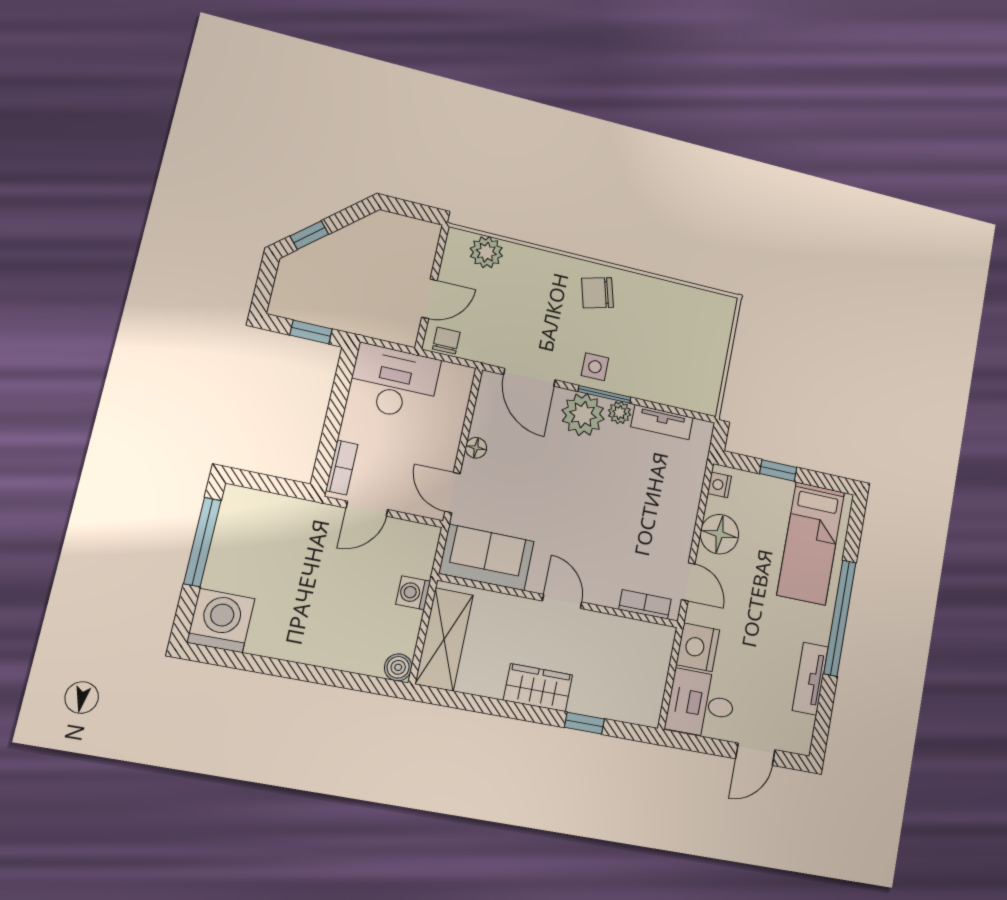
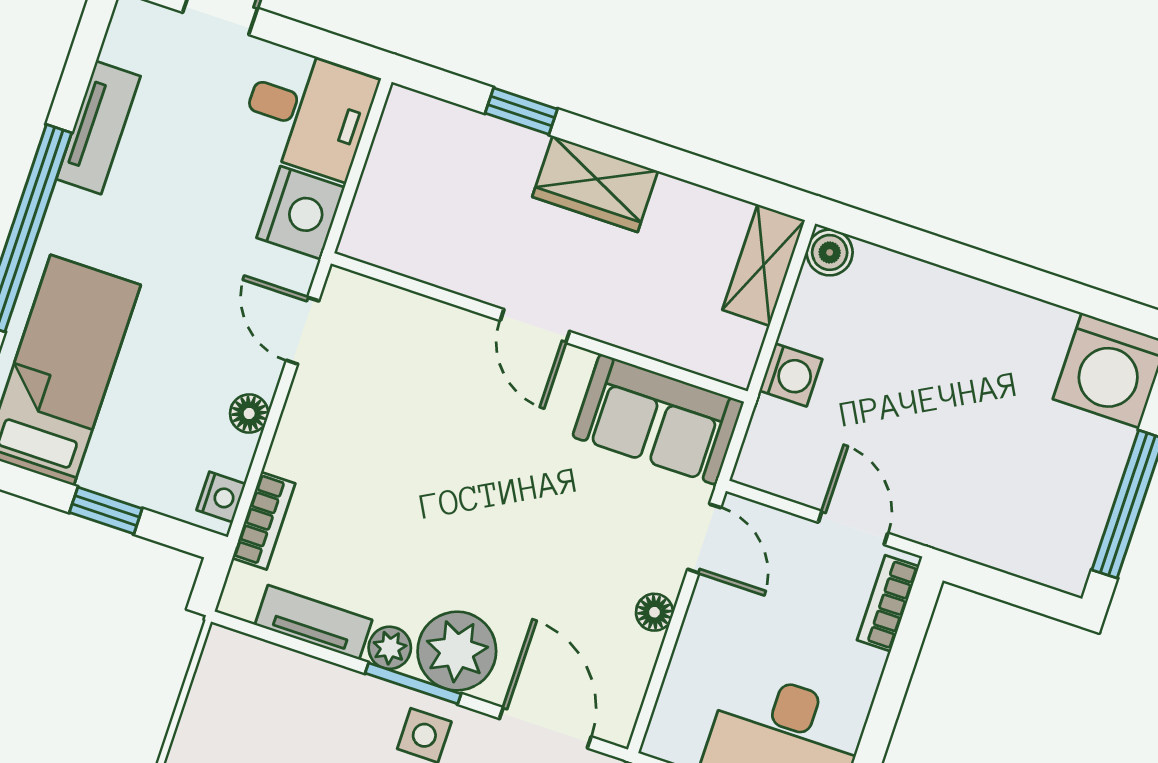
door: (367, 509) -> (853, 528), hinge flipped
floor lamp: (719, 534) -> (249, 414), width x0.53, depth x0.53
bookcase: (645, 604) -> (264, 521), moved, turned -90
shelving: (444, 639) -> (764, 265), width x0.67, depth x0.75

